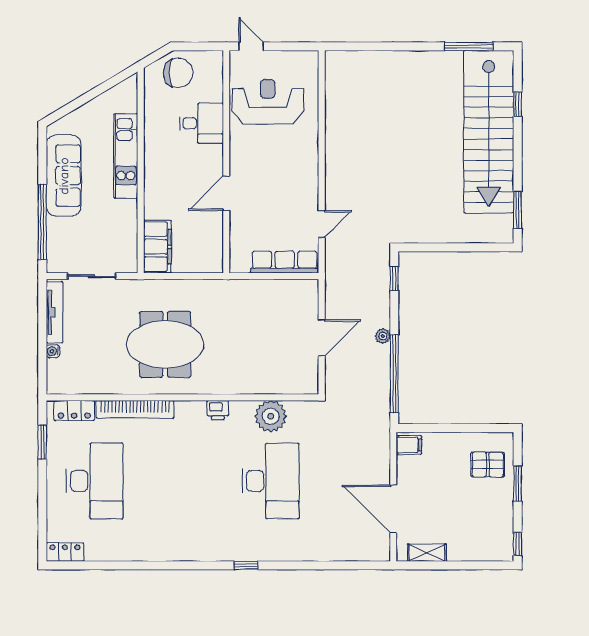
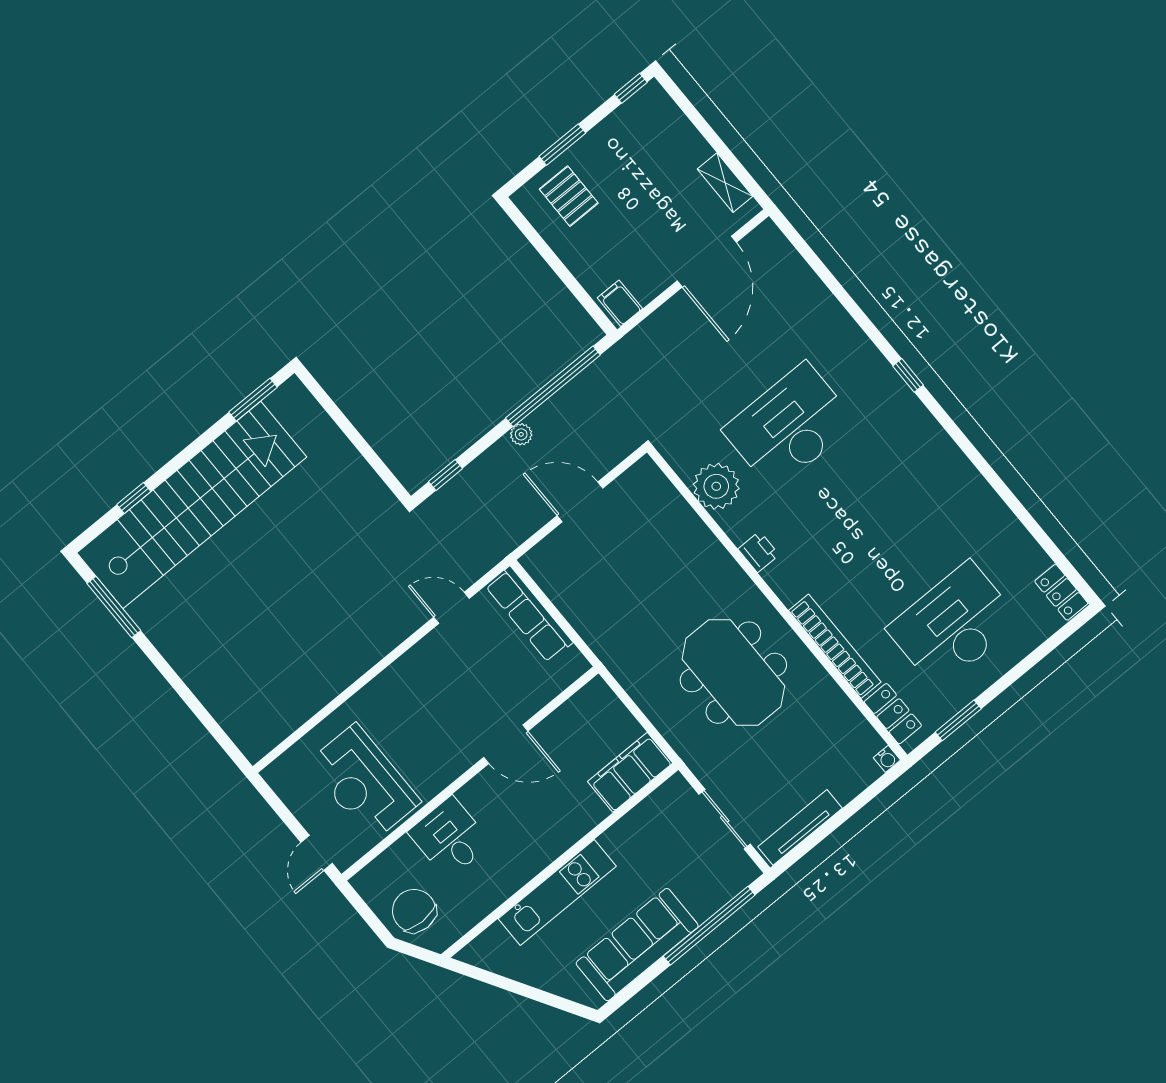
water cooler: (53, 351) -> (887, 759), moved

